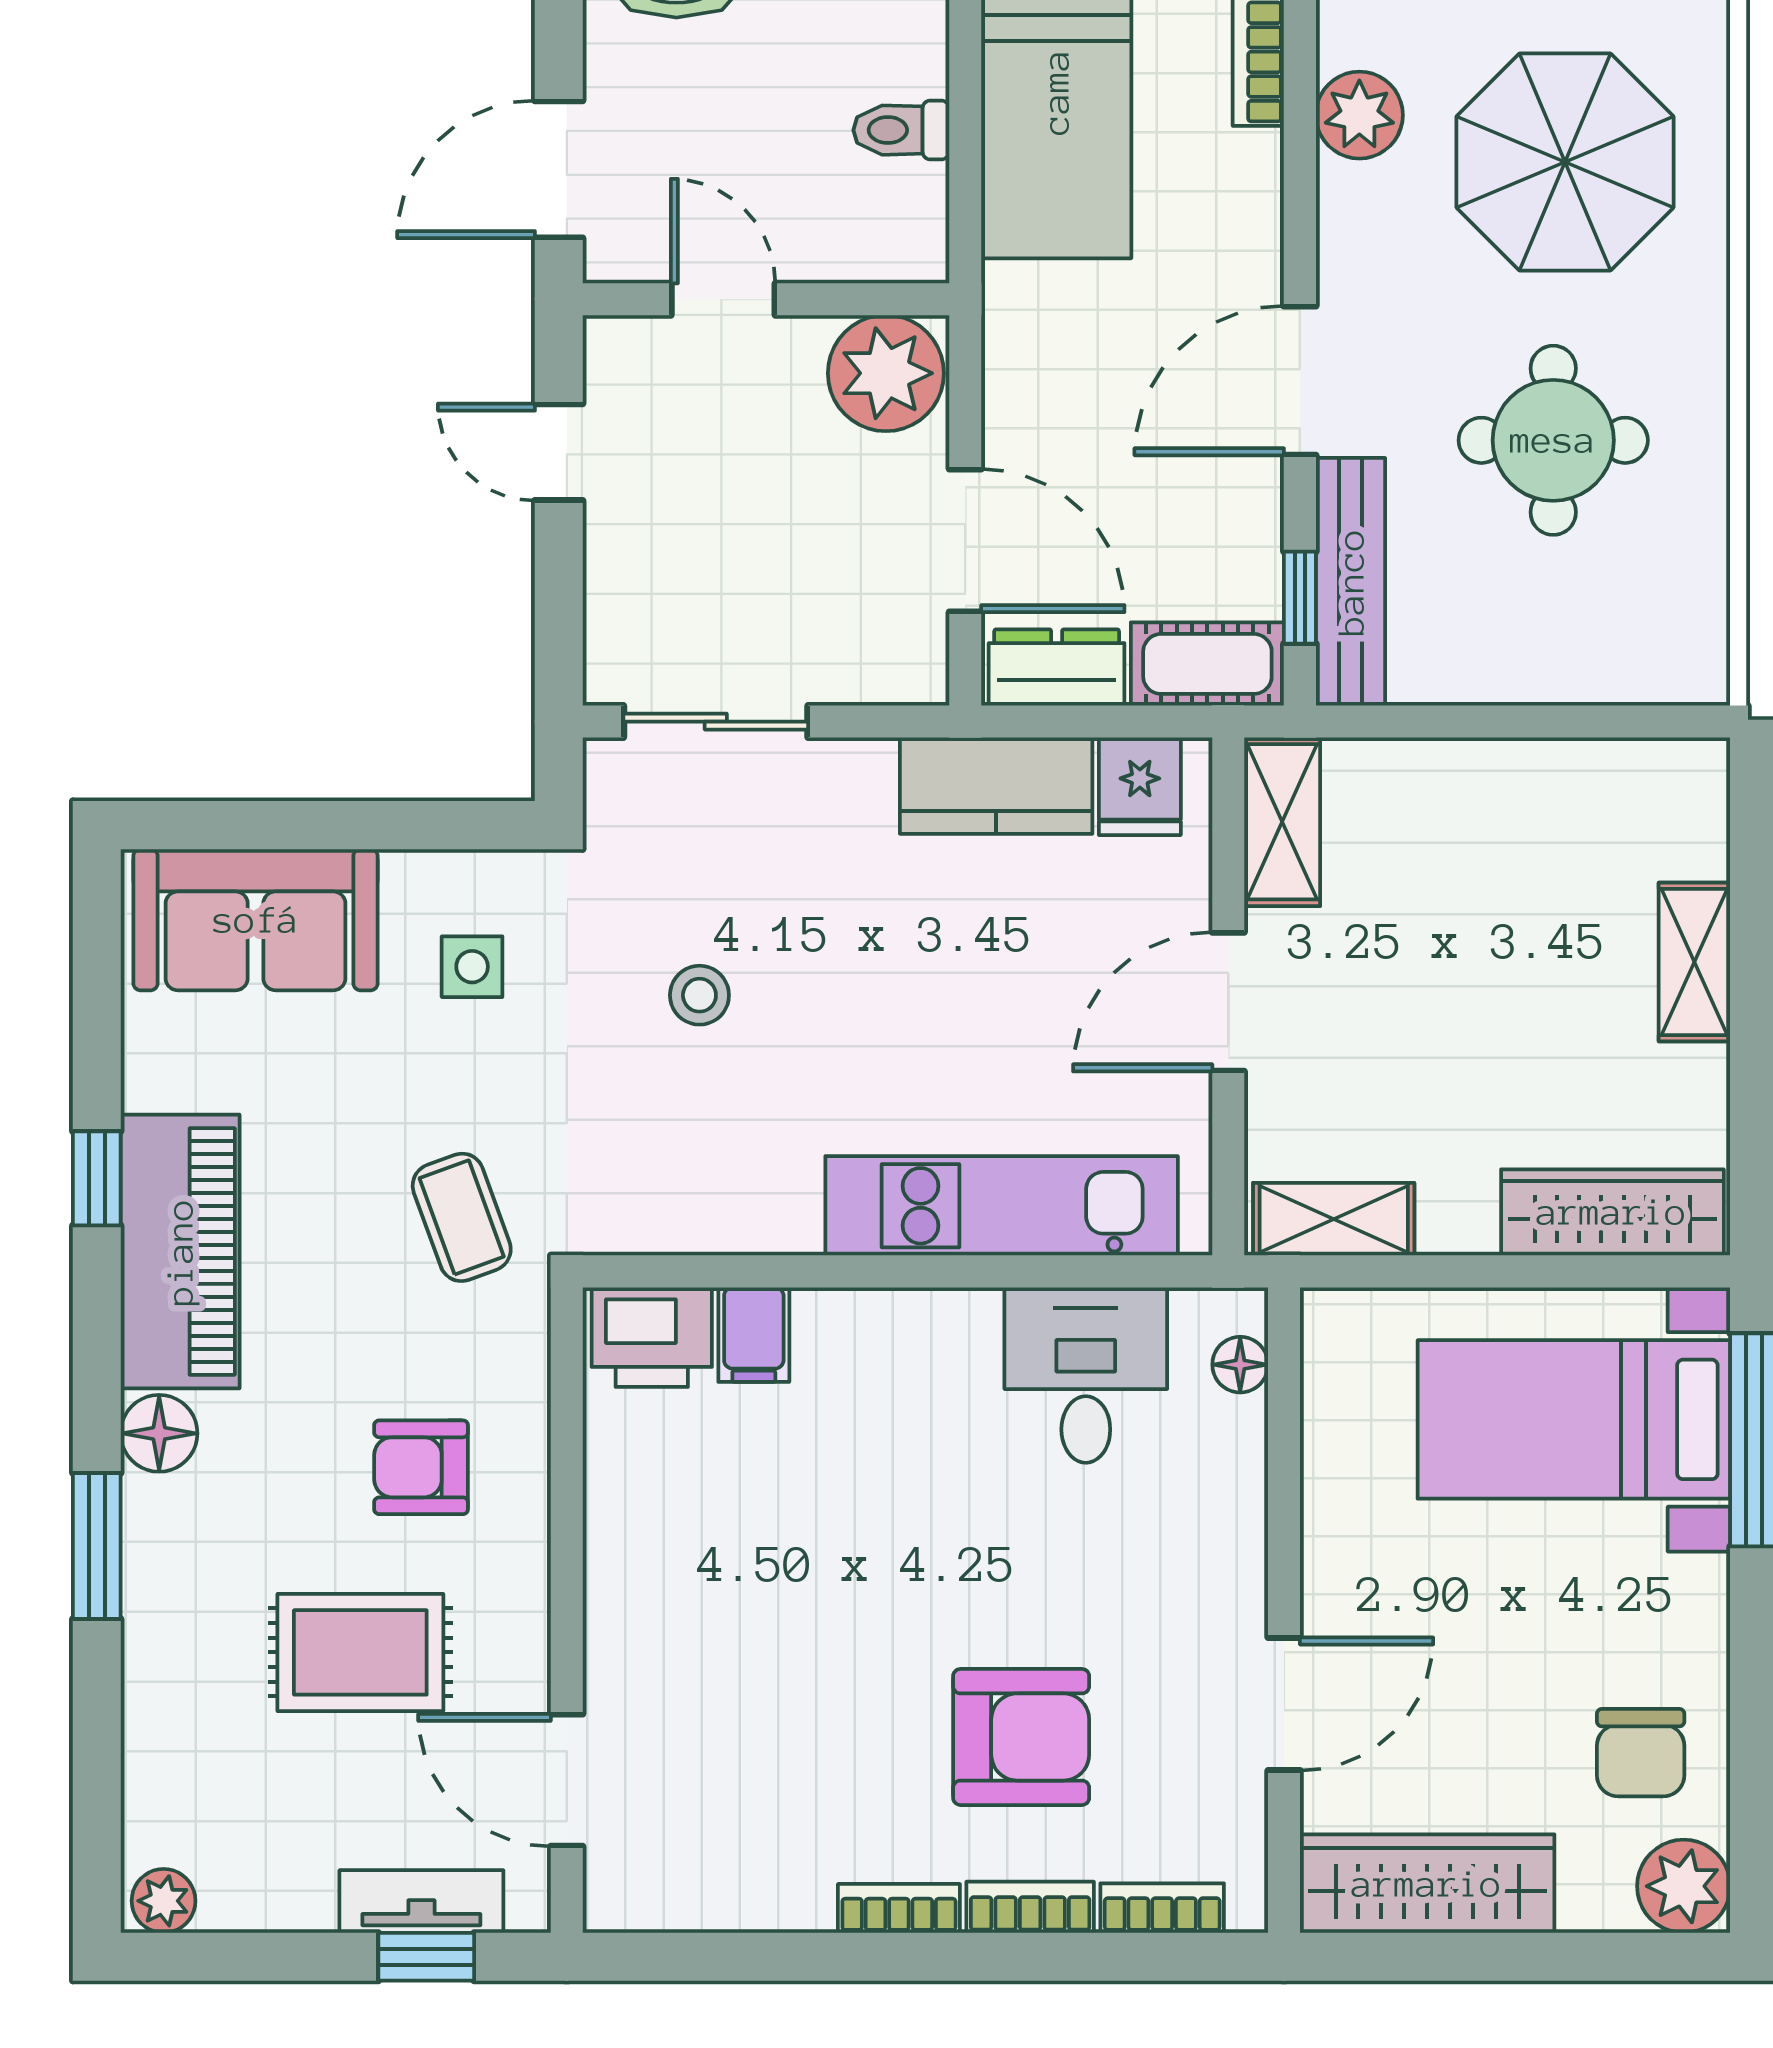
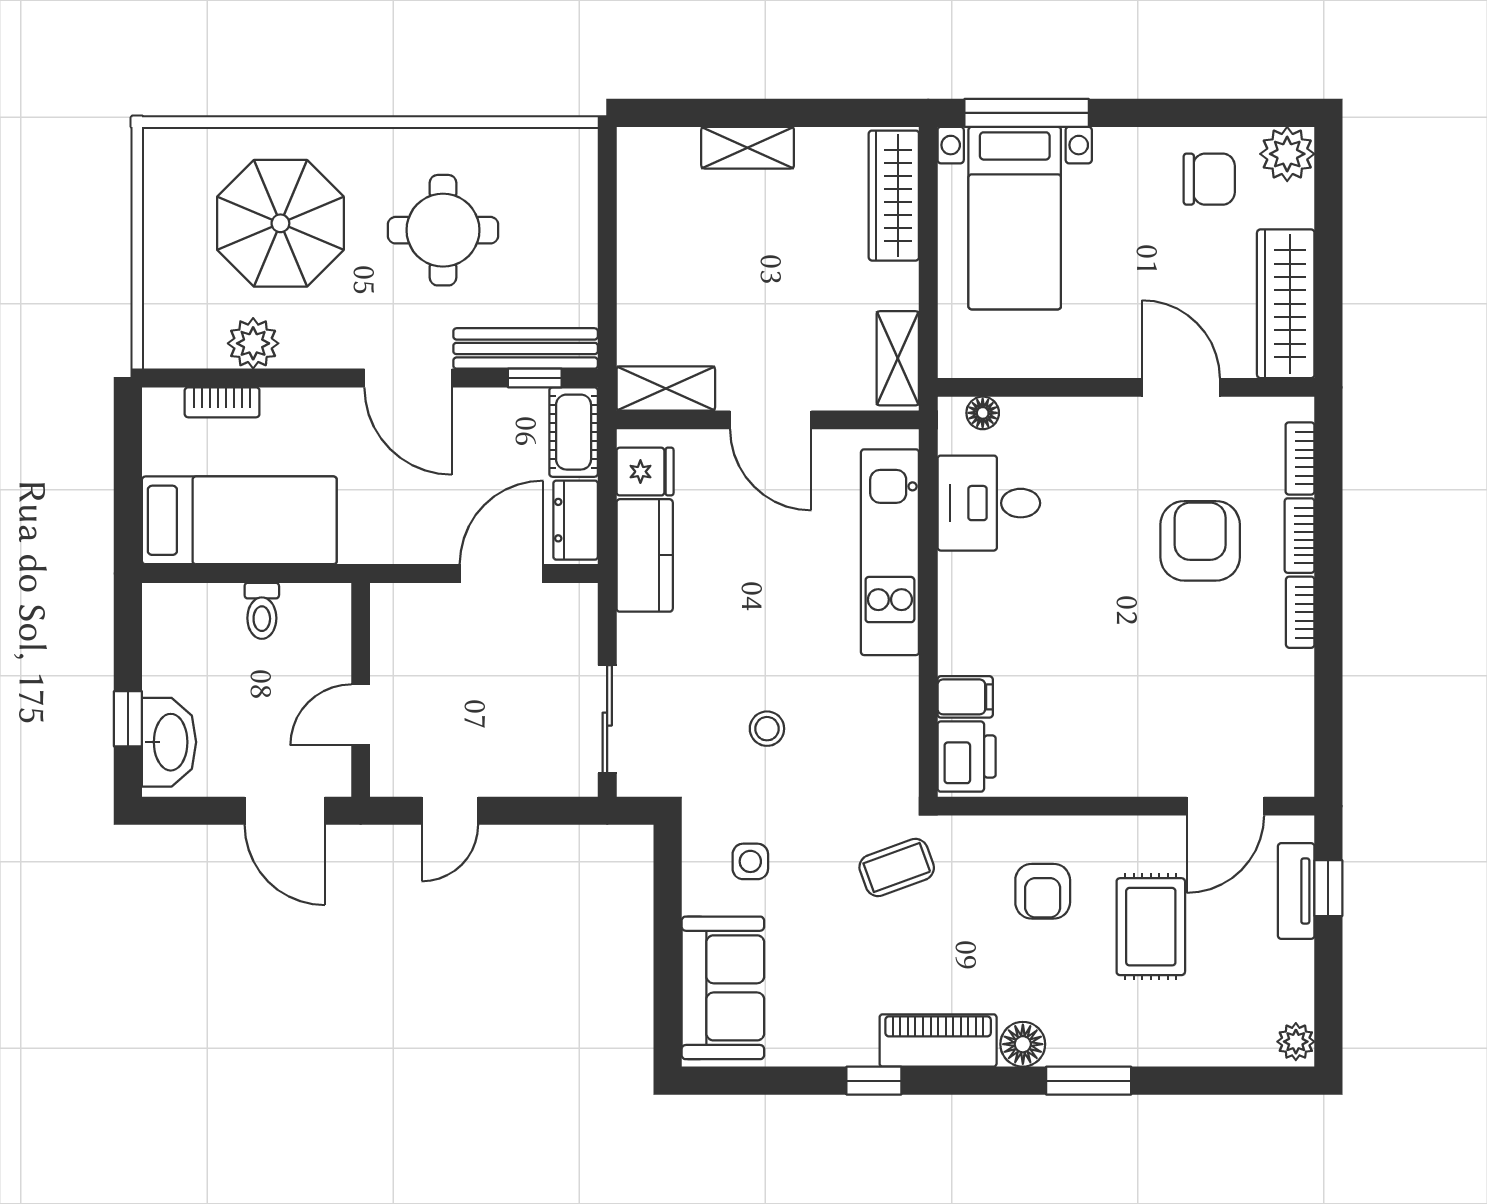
plant: (886, 373) -> (404, 620), removed
piano: (180, 1252) -> (938, 1040), width x0.73, depth x0.75

